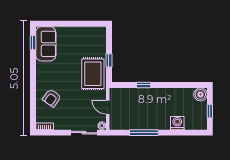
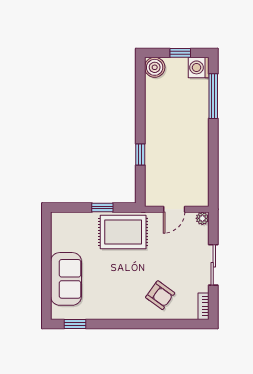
sofa: (46, 44) -> (66, 279), moved, turned 90
washing machine: (177, 123) -> (199, 67), moved
sliding door: (84, 133) -> (213, 265), moved
window: (144, 133) -> (213, 96), moved

